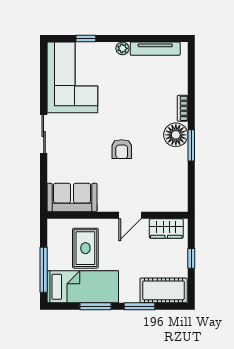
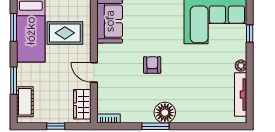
bookcase: (183, 108) -> (108, 119), moved
armchair: (122, 149) -> (152, 65), turned 90
cot: (164, 290) -> (25, 102), width x0.73, depth x0.75
window: (95, 306) -> (14, 27), moved

